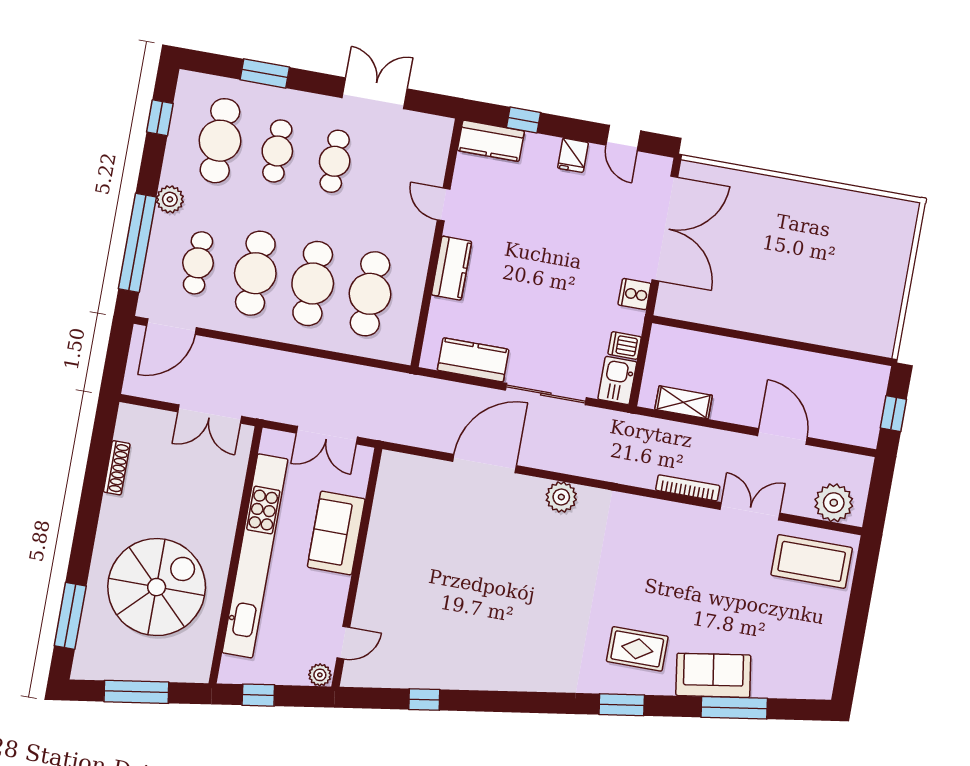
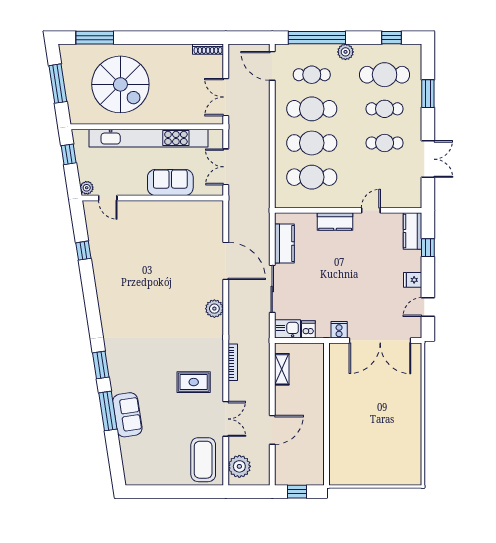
shoe rack: (117, 468) -> (208, 49), moved
bookcase: (688, 488) -> (233, 362), moved
rug: (637, 649) -> (194, 382), moved, turned 90
window: (734, 708) -> (108, 411), moved

